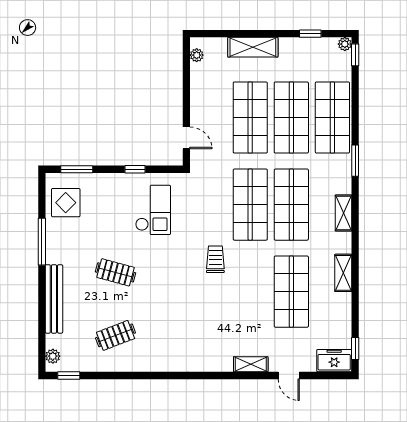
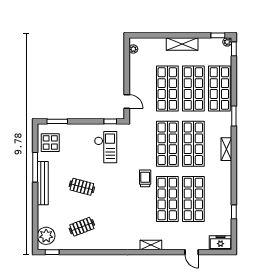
window: (310, 34) -> (218, 35), moved
shelving: (253, 47) -> (182, 44), moved
window: (135, 169) -> (110, 121), moved
shelving: (343, 273) -> (226, 187), removed
shop shelf: (250, 292) -> (167, 199), added
bench: (54, 299) -> (43, 183), moved
window: (355, 349) -> (234, 212), moved
plant: (53, 356) -> (46, 236), width x1.88, depth x1.88
shelving: (251, 364) -> (151, 245), moved

